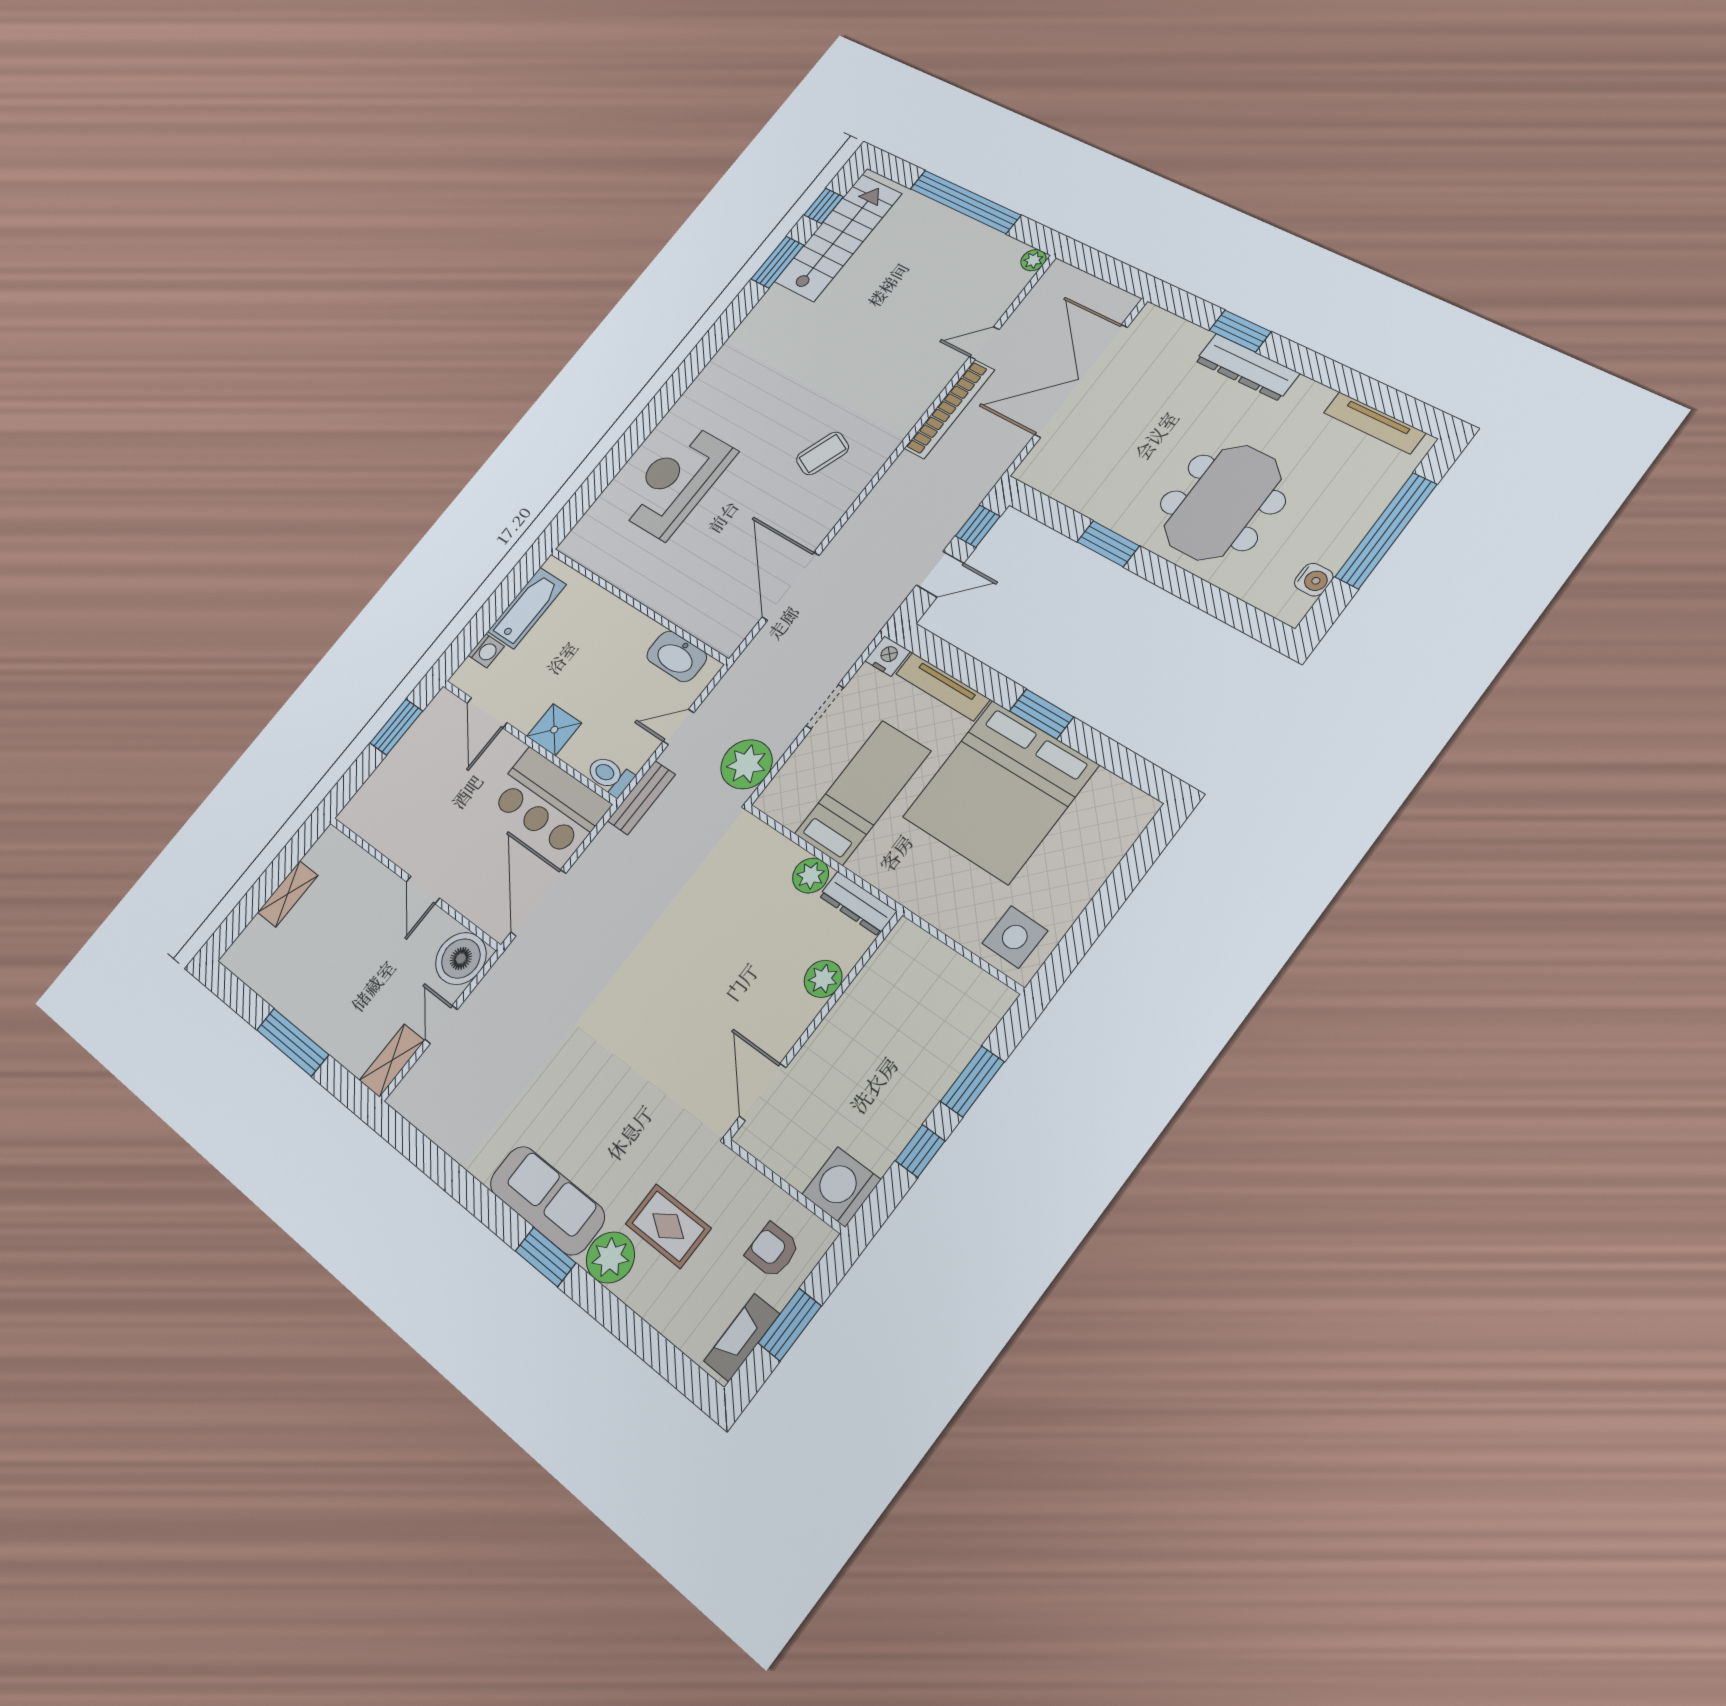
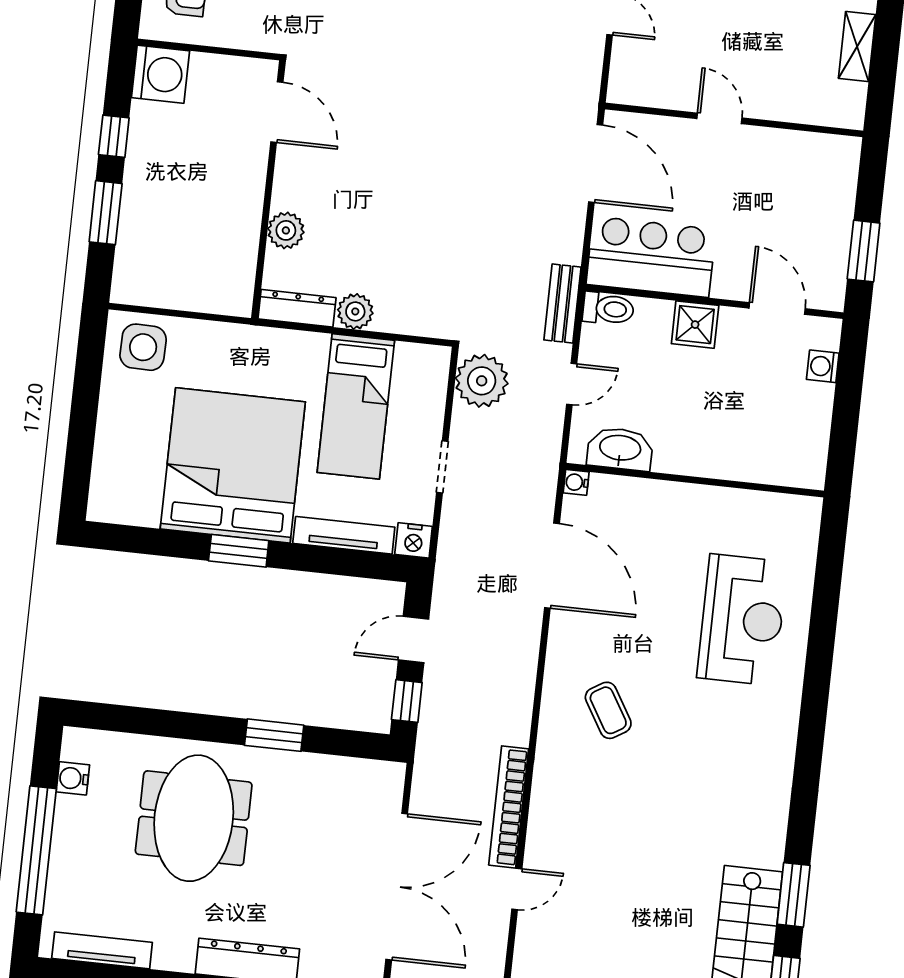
coffee table: (823, 453) -> (608, 710), turned -54
bathtub: (527, 608) -> (810, 427), removed
water cooler: (728, 645) -> (576, 482), added
boiler: (461, 959) -> (635, 79), removed

